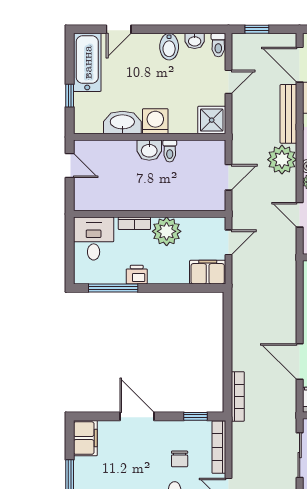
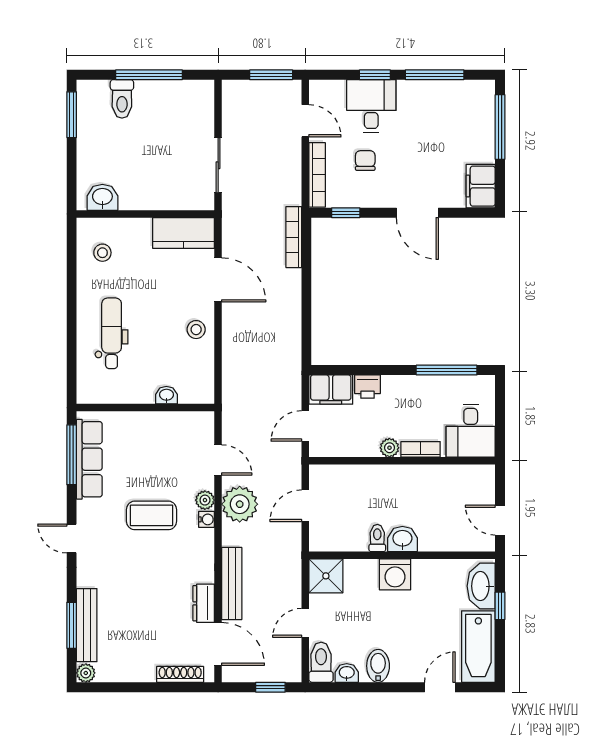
toilet: (218, 45) -> (321, 662), width x1.37, depth x1.39
washbasin: (122, 123) -> (481, 586), moved, turned 90
plant: (282, 160) -> (240, 504), moved
plant: (167, 231) -> (389, 448), width x0.53, depth x0.53
printer: (137, 275) -> (367, 387), moved

